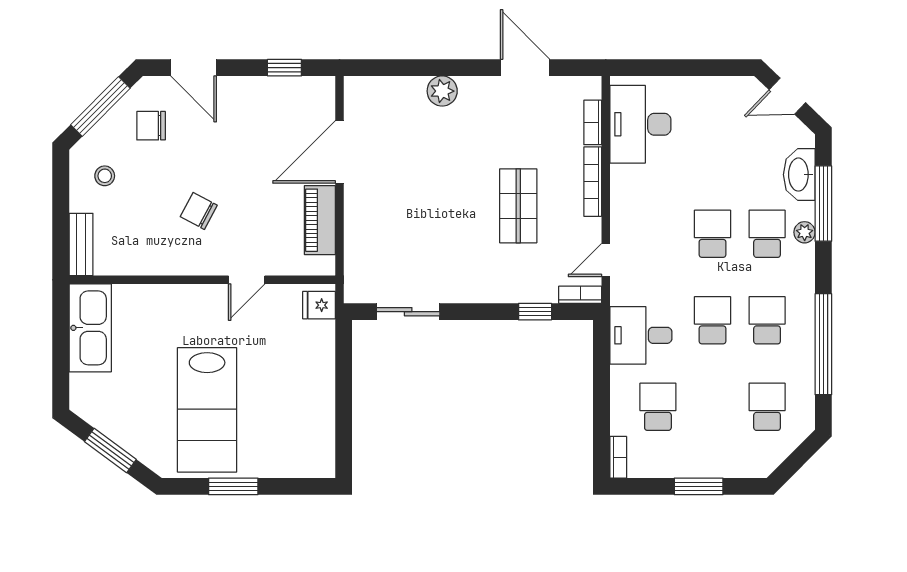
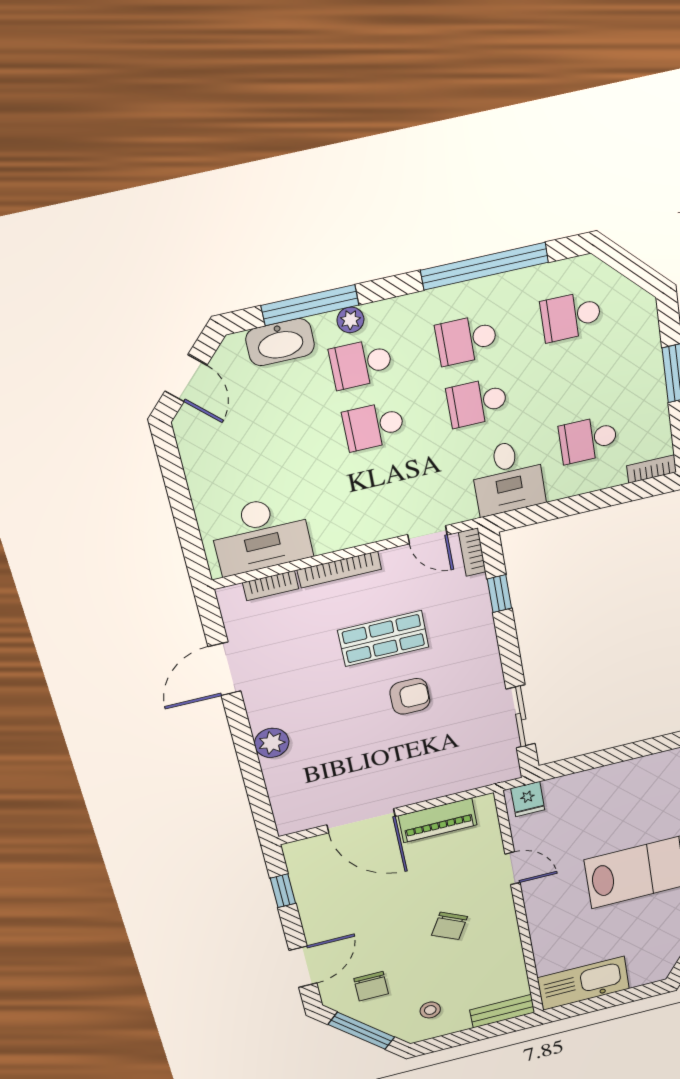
armchair: (456, 218) -> (410, 696), added

